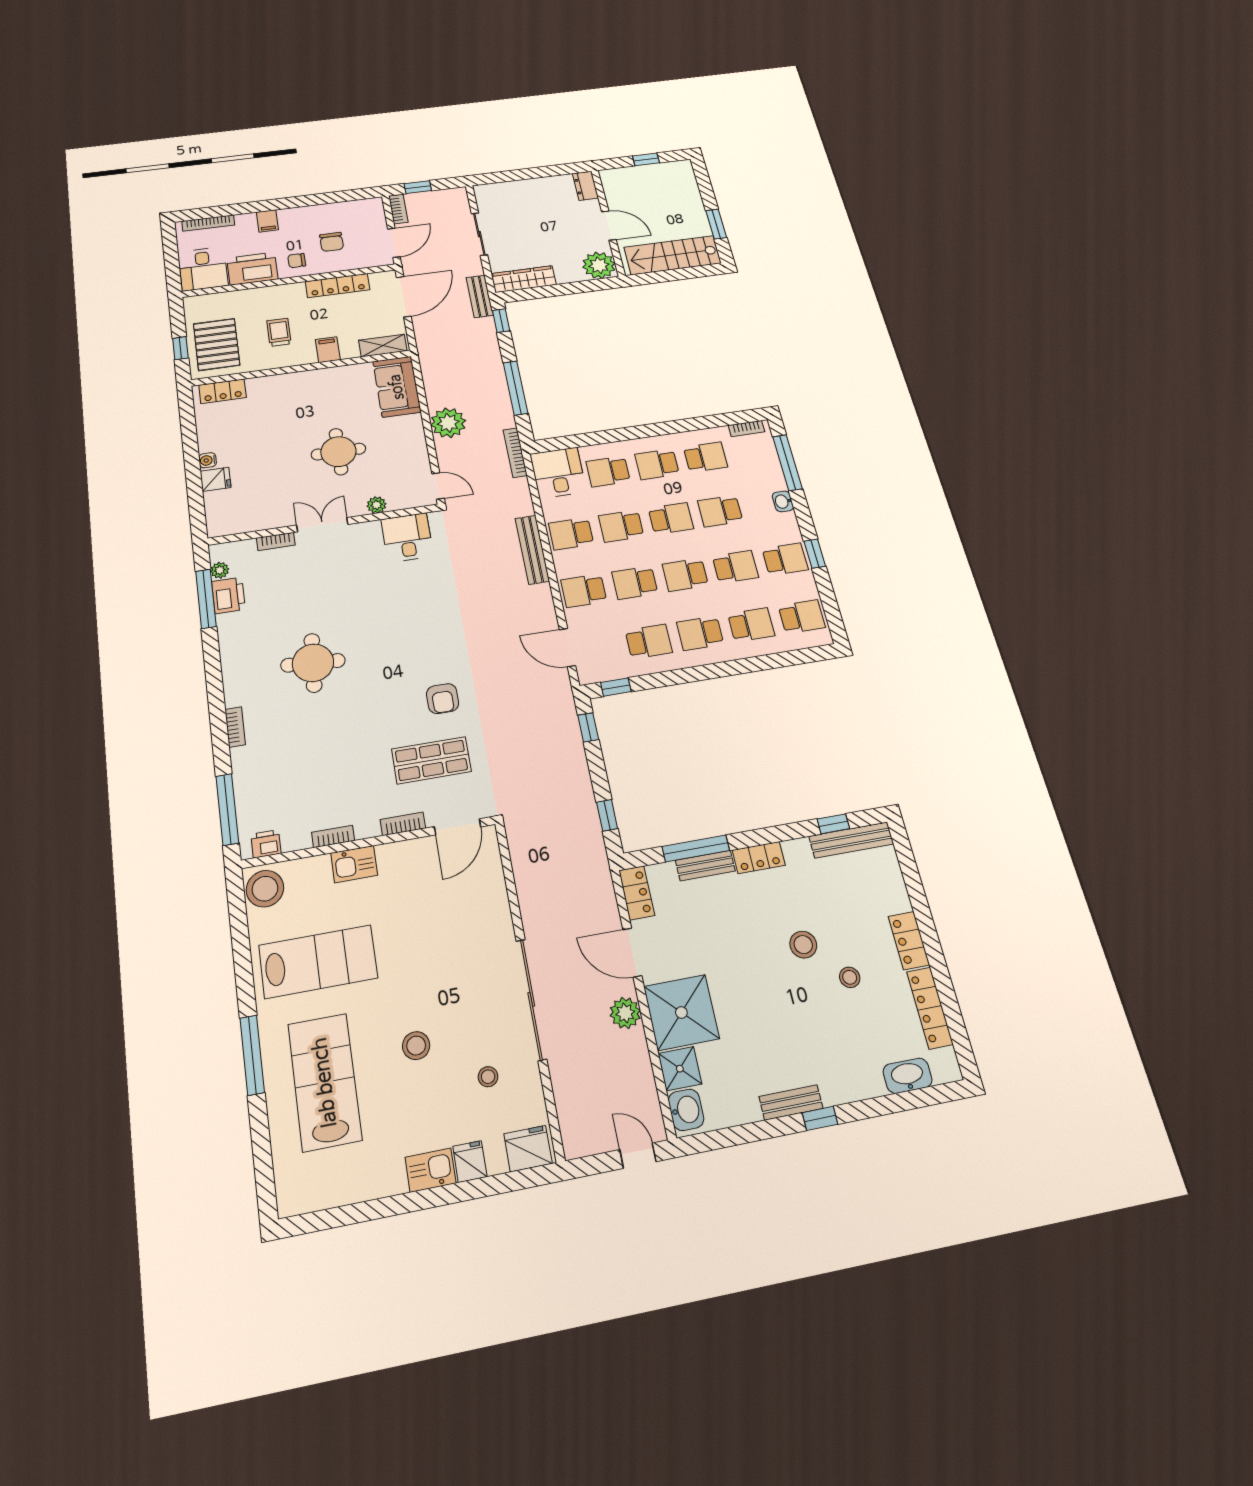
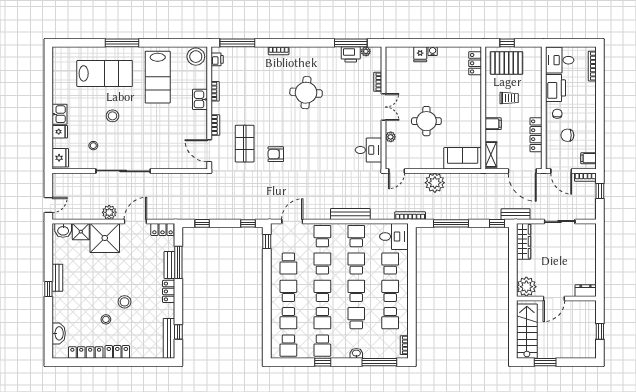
filing cabinet: (267, 221) -> (589, 158), moved
school desk: (671, 519) -> (356, 291), turned 180

